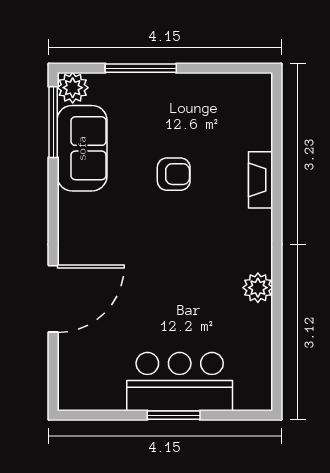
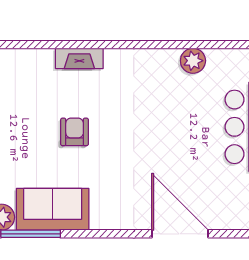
plant: (258, 288) -> (193, 61), moved

